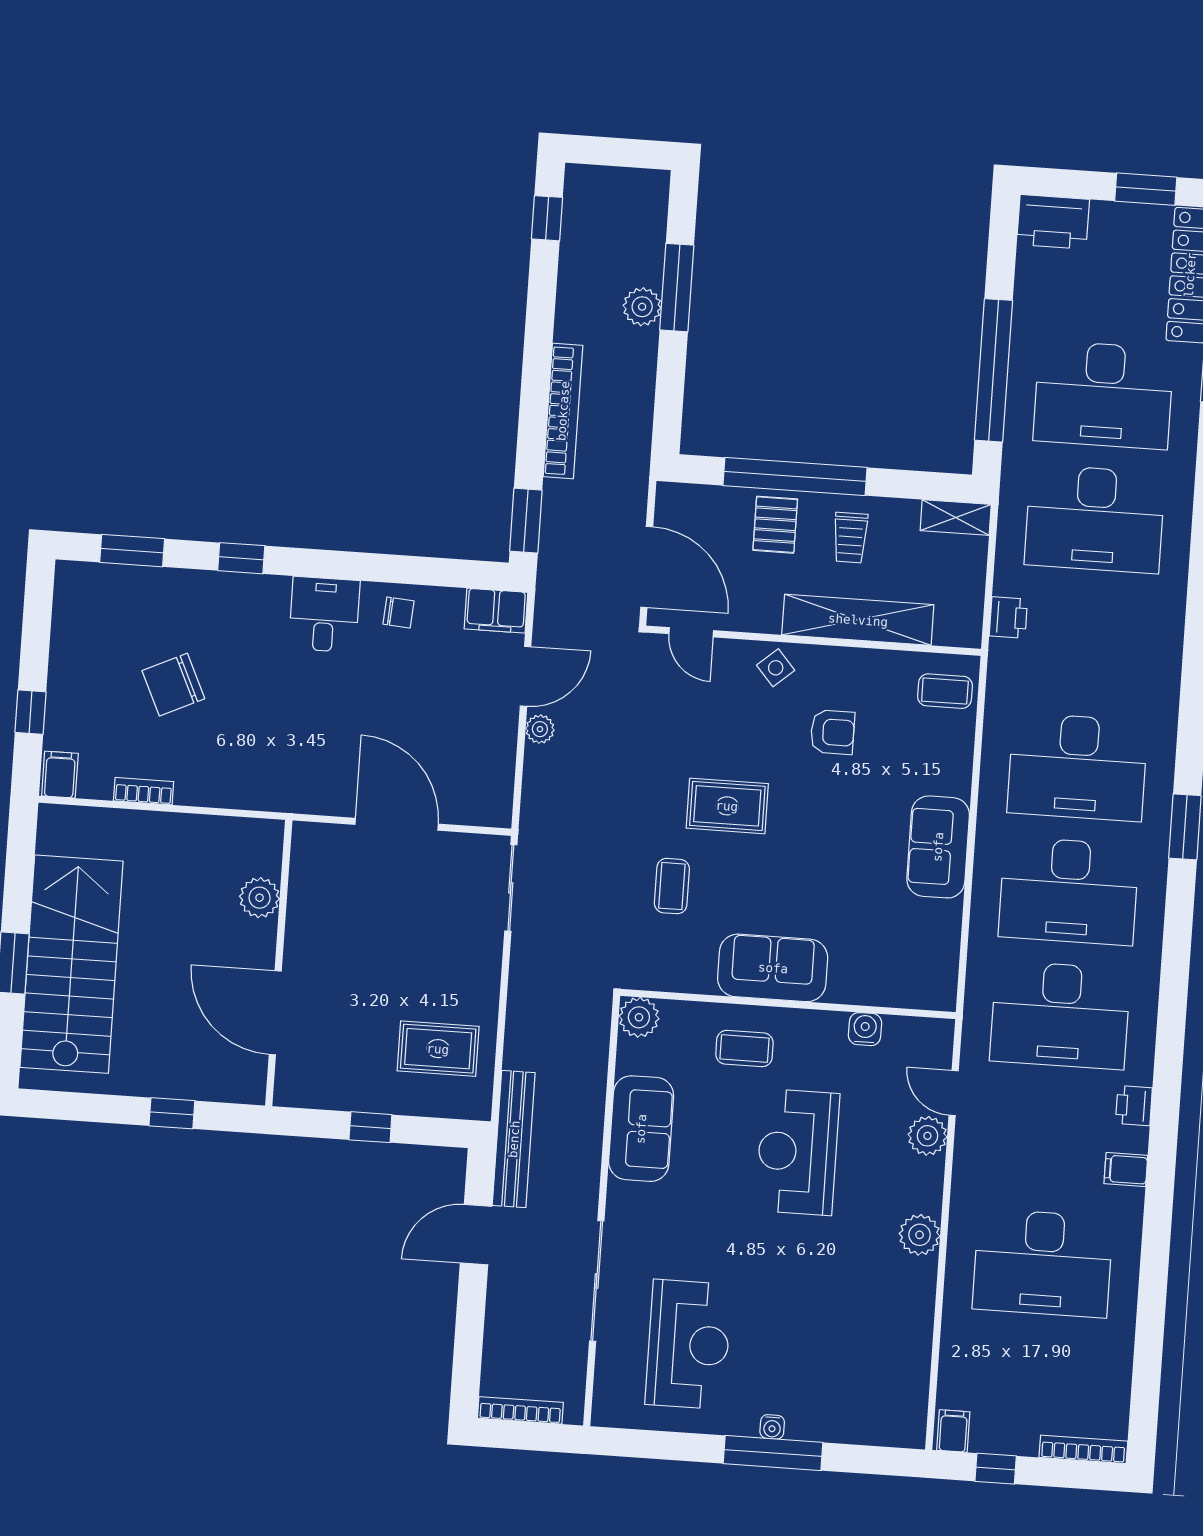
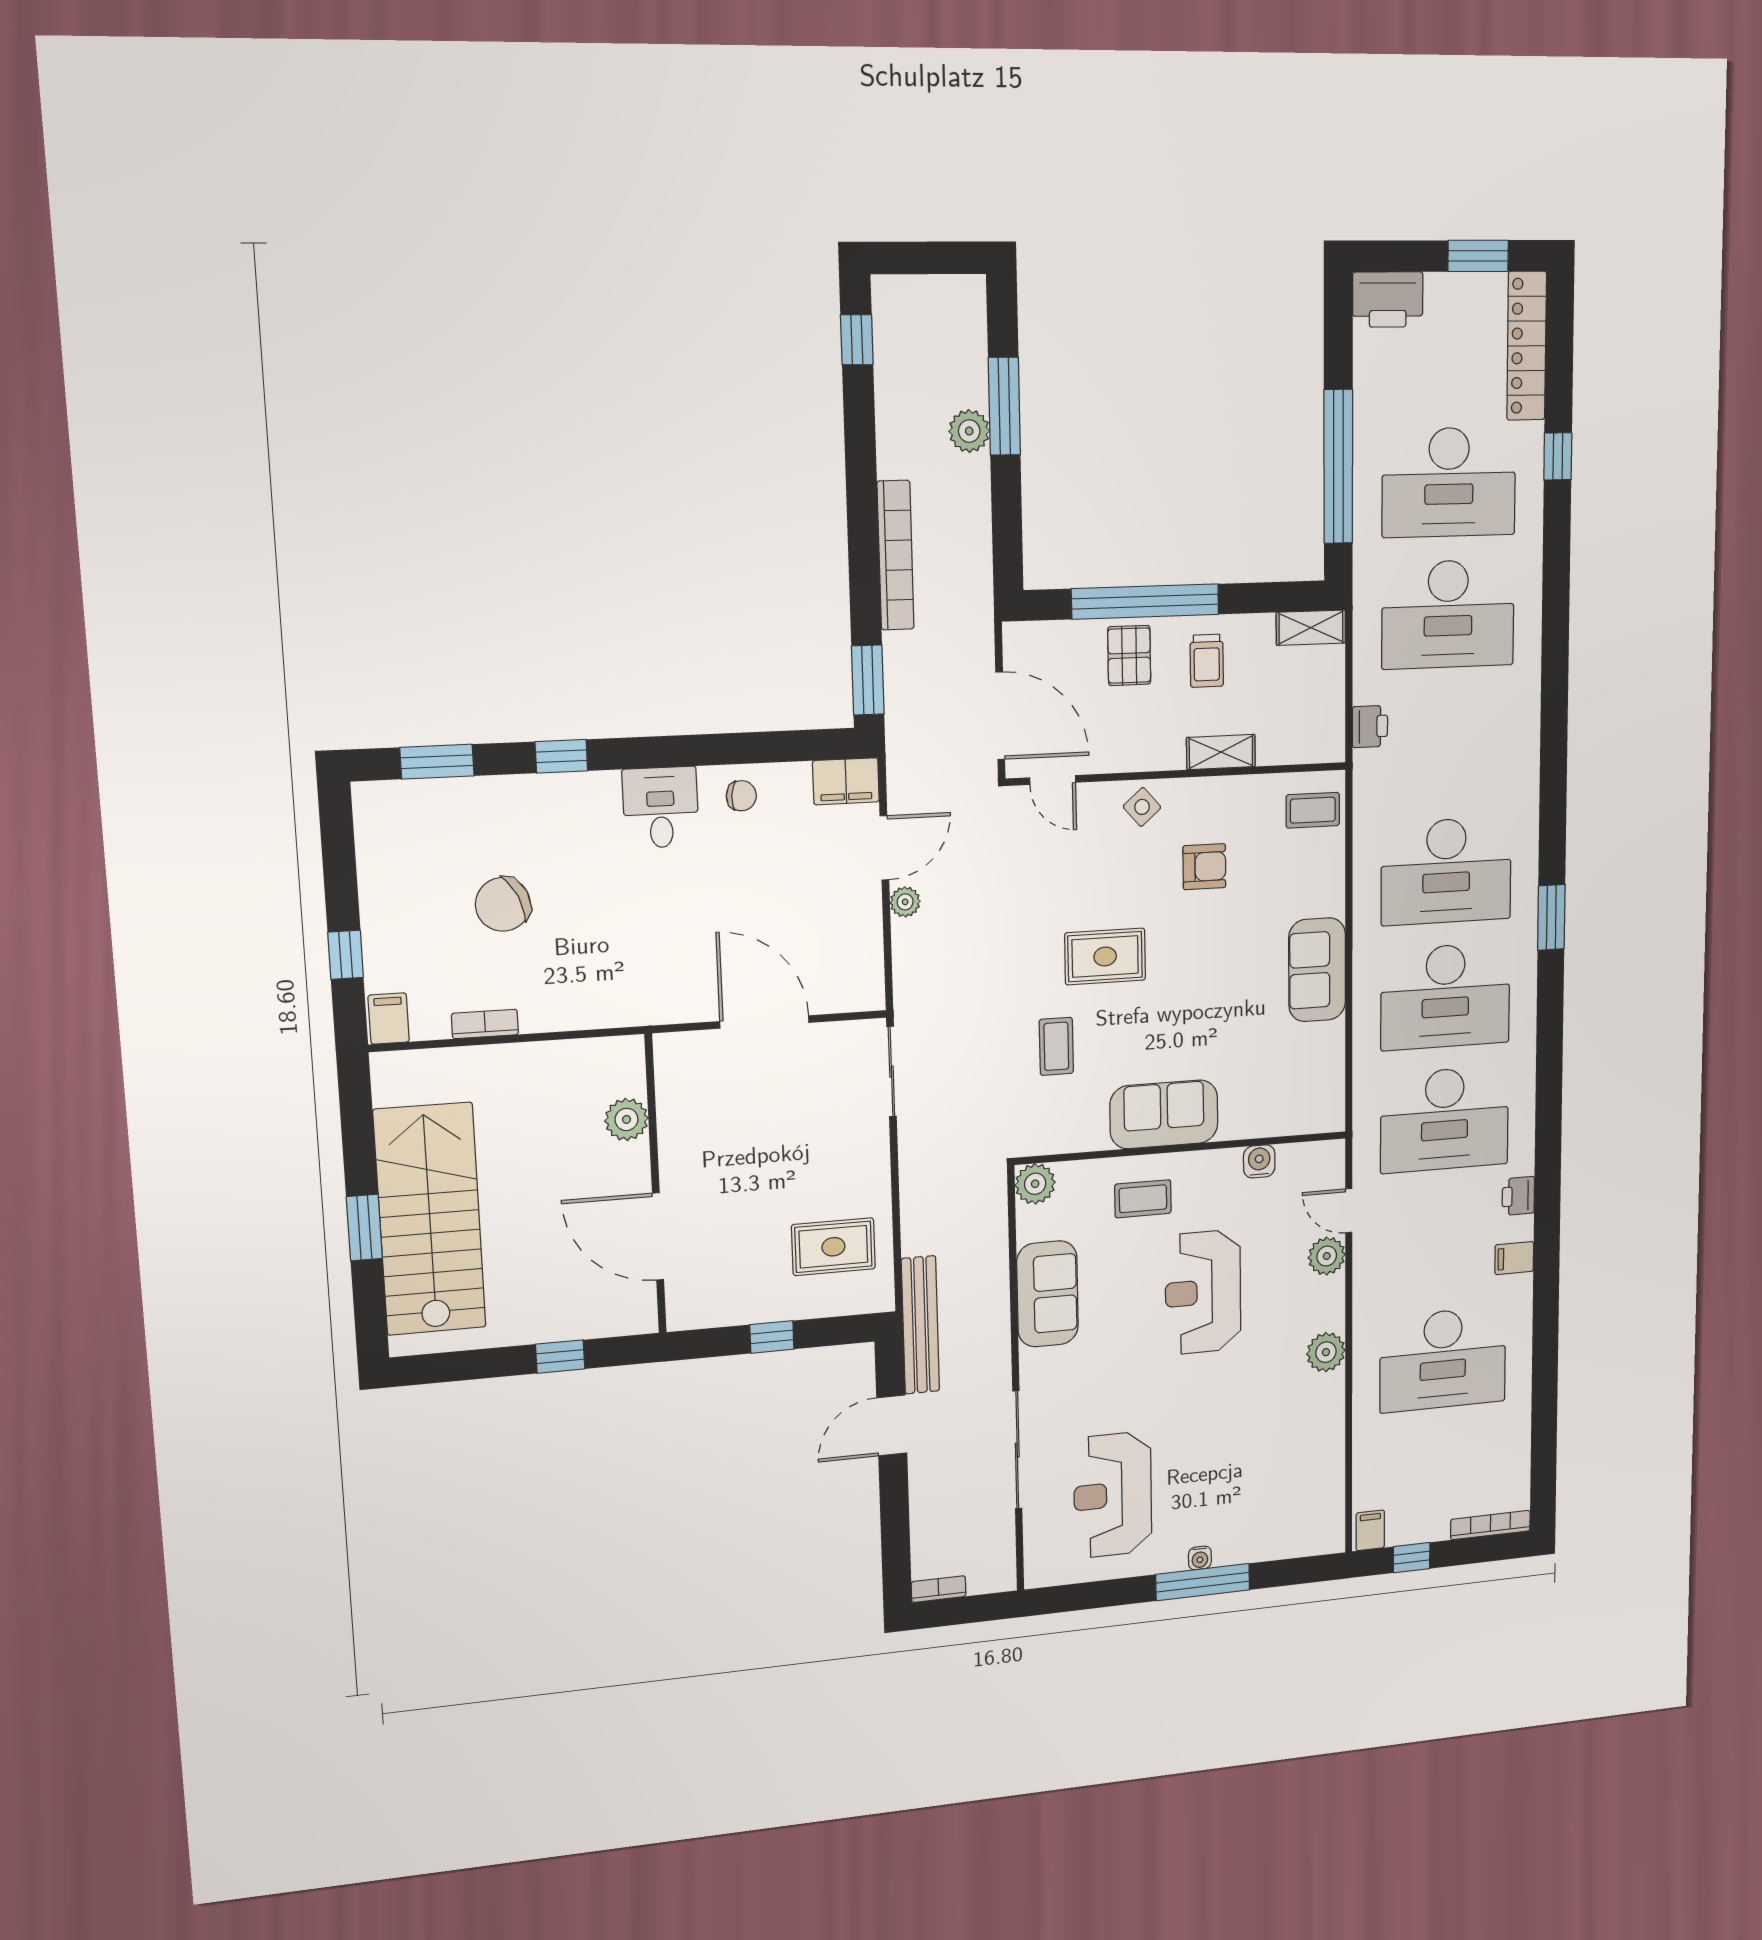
shelving: (858, 620) -> (1221, 752), width x0.45, depth x0.75
reception desk: (688, 1344) -> (1113, 1495), turned 180
bookcase: (520, 1410) -> (939, 1589), width x0.64

